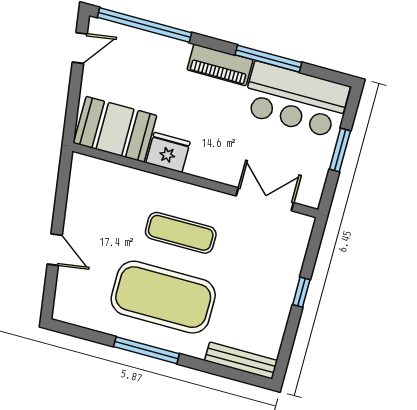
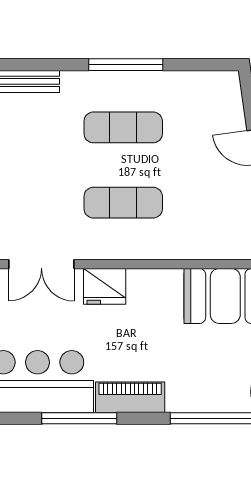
fridge: (168, 152) -> (105, 286), moved
exercise mat: (163, 297) -> (123, 127), width x0.50, depth x0.69

